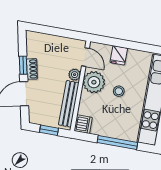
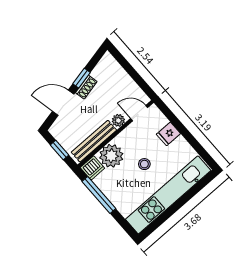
door: (85, 57) -> (139, 113), swing flipped
plant: (94, 82) -> (111, 156), moved
window: (117, 142) -> (99, 195), moved

